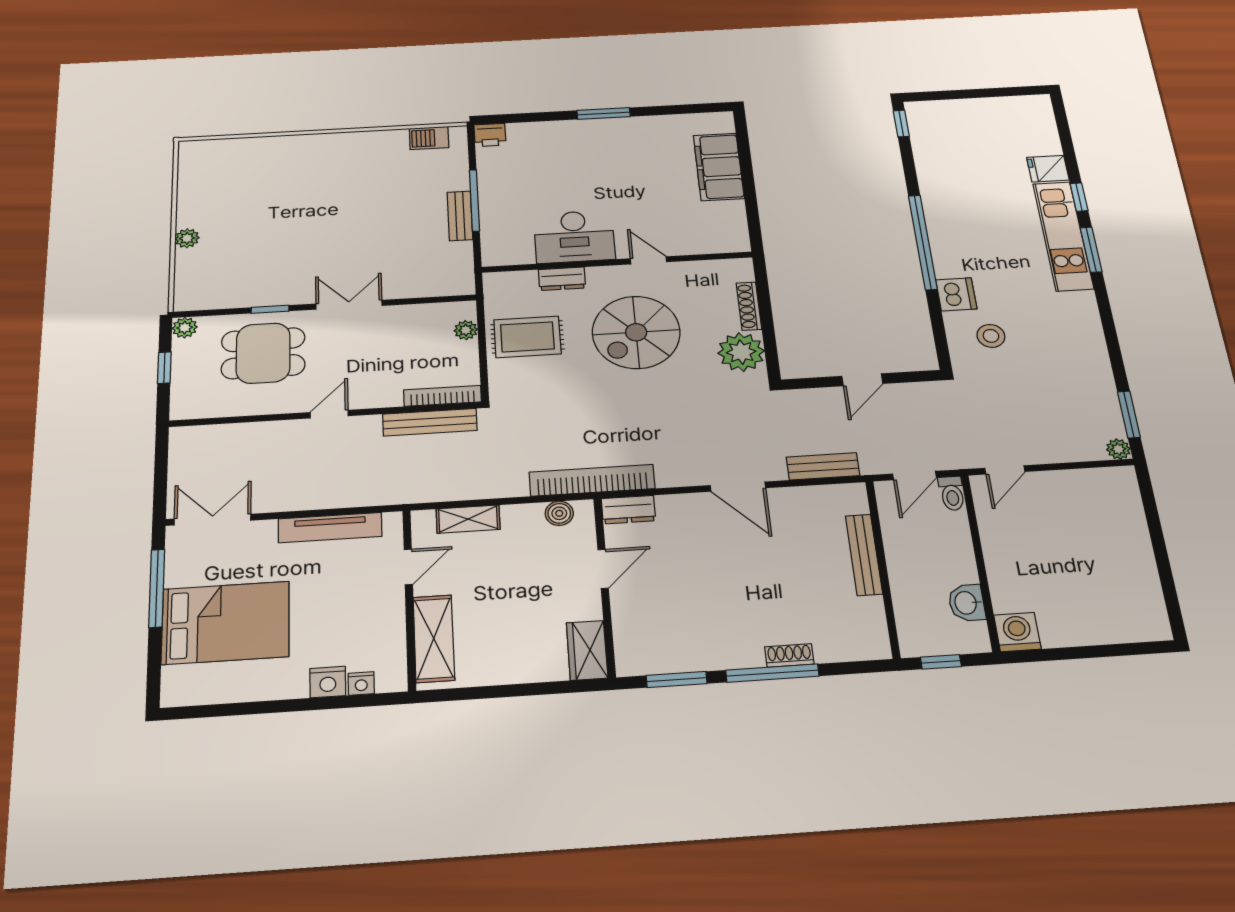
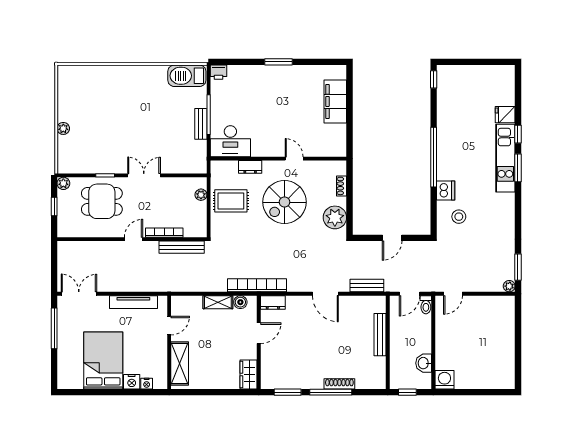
barbecue: (429, 138) -> (187, 76), width x1.88, depth x1.53
desk: (574, 237) -> (230, 141), moved
shoe rack: (749, 306) -> (342, 186), width x0.70
bookcase: (443, 396) -> (164, 233), moved
shelving: (468, 519) -> (218, 302), moved
bed: (226, 623) -> (103, 361), moved, turned -90
shoe rack: (789, 655) -> (339, 384), width x1.43

